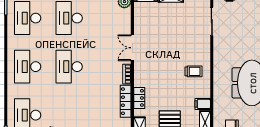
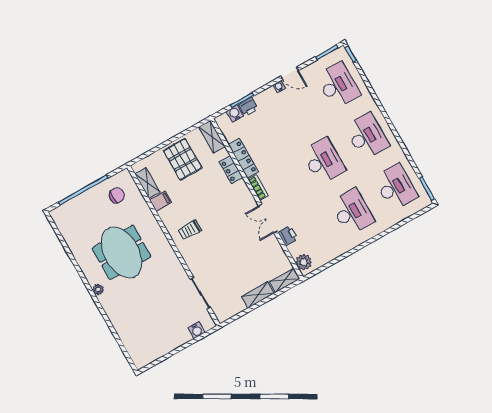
printer: (125, 27) -> (288, 236), added
double door: (132, 48) -> (268, 218), swing flipped

